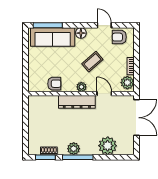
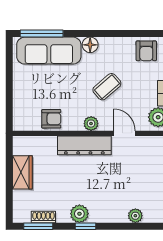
door: (104, 25) -> (124, 34), removed
armchair: (119, 37) -> (146, 51), turned -90
wardrobe: (35, 120) -> (22, 172), added
plant: (108, 146) -> (135, 216), width x0.53, depth x0.53
window: (78, 157) -> (85, 226), width x0.46

